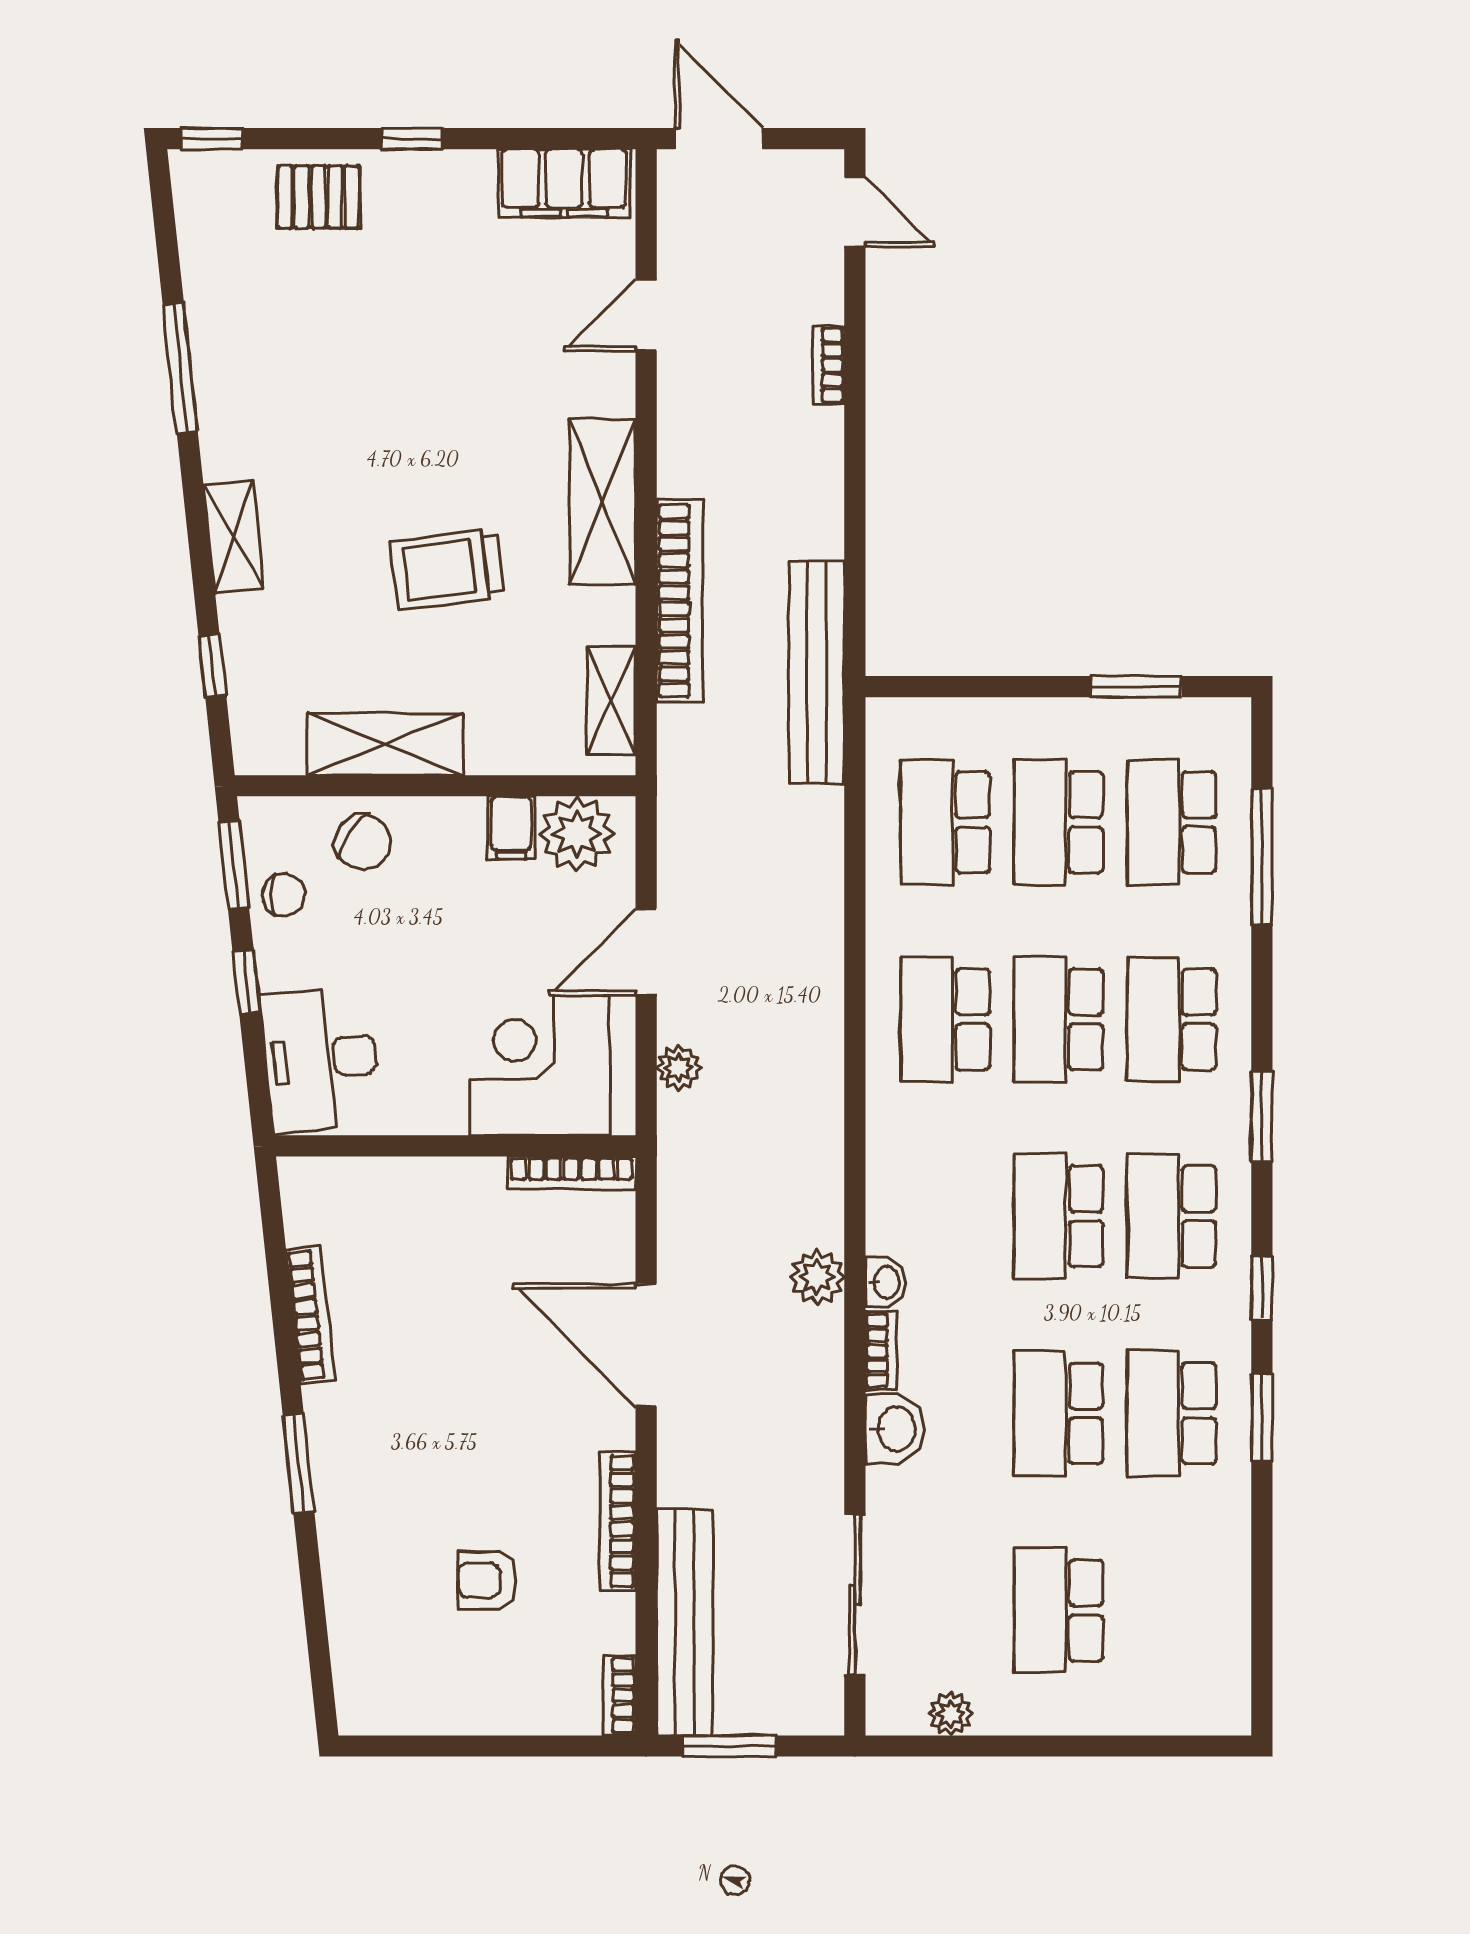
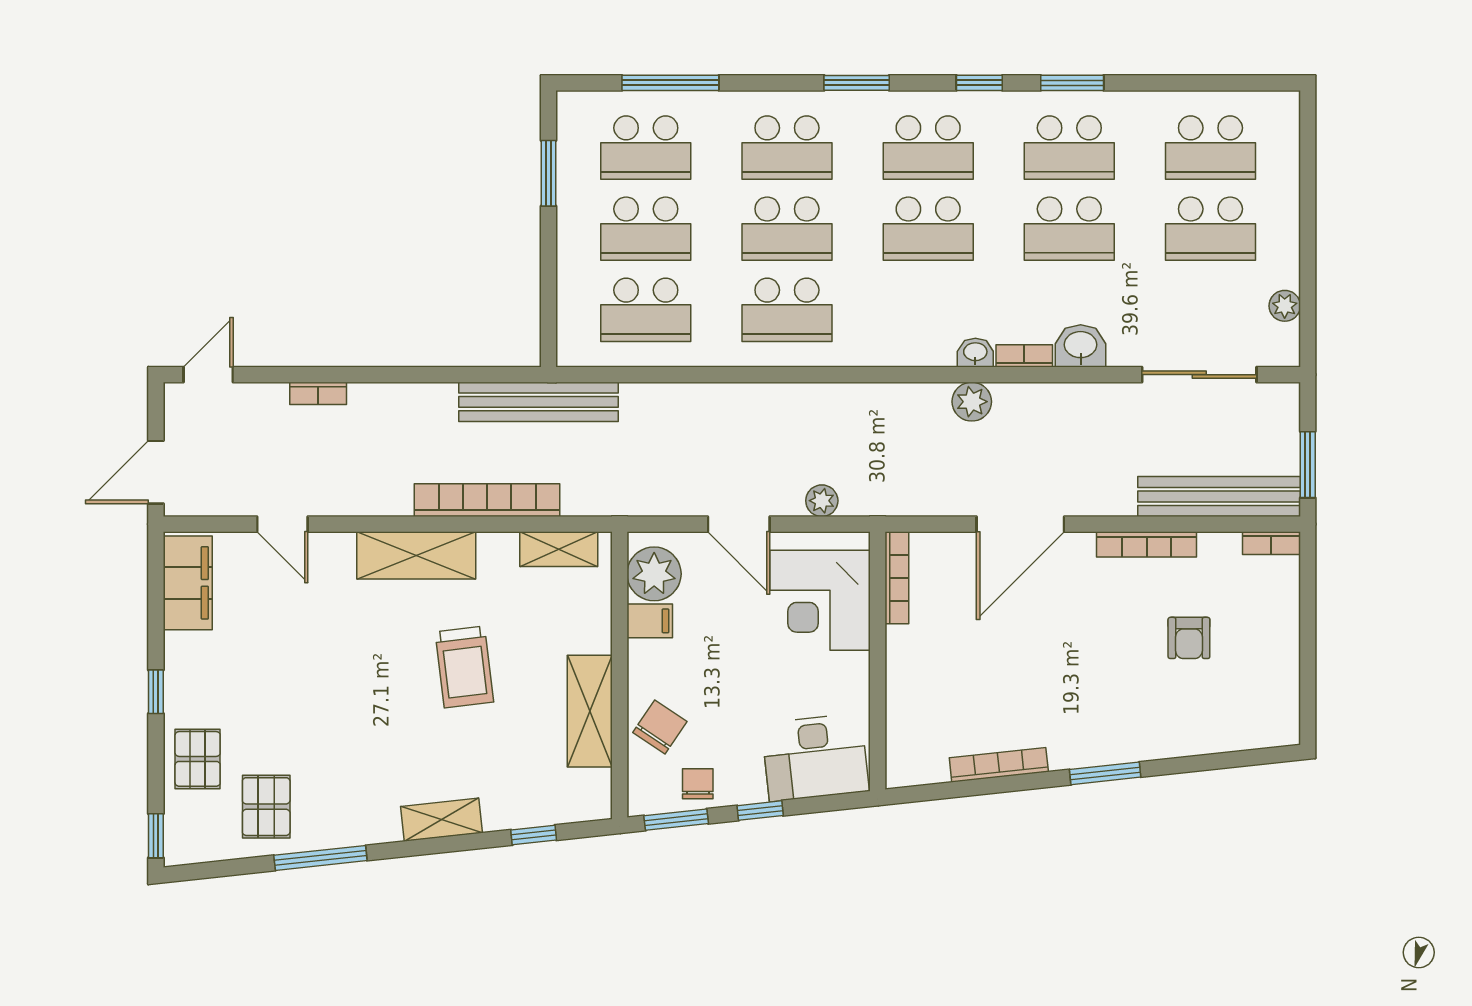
pallet: (252, 293) -> (266, 807), added
school desk: (1172, 1610) -> (1210, 148), added

